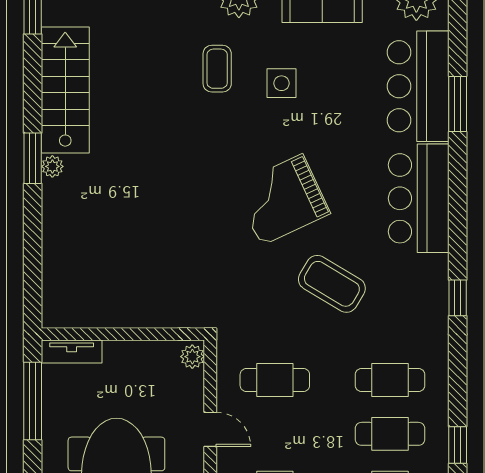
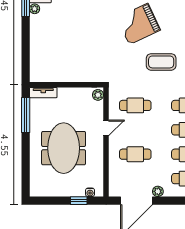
coffee table: (332, 284) -> (161, 62), turned -31
door: (210, 429) -> (106, 128), hinge flipped

